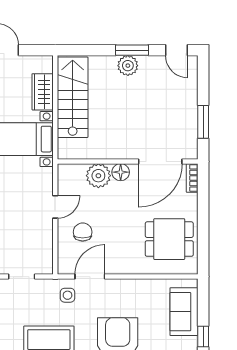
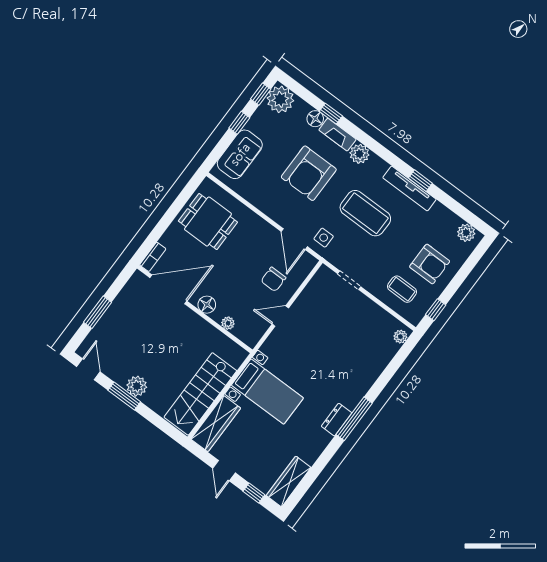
wardrobe: (43, 92) -> (216, 424), width x1.50
window: (203, 122) -> (98, 312), moved
plant: (98, 176) -> (228, 323), width x0.53, depth x0.53
door: (90, 277) -> (294, 239), hinge flipped

